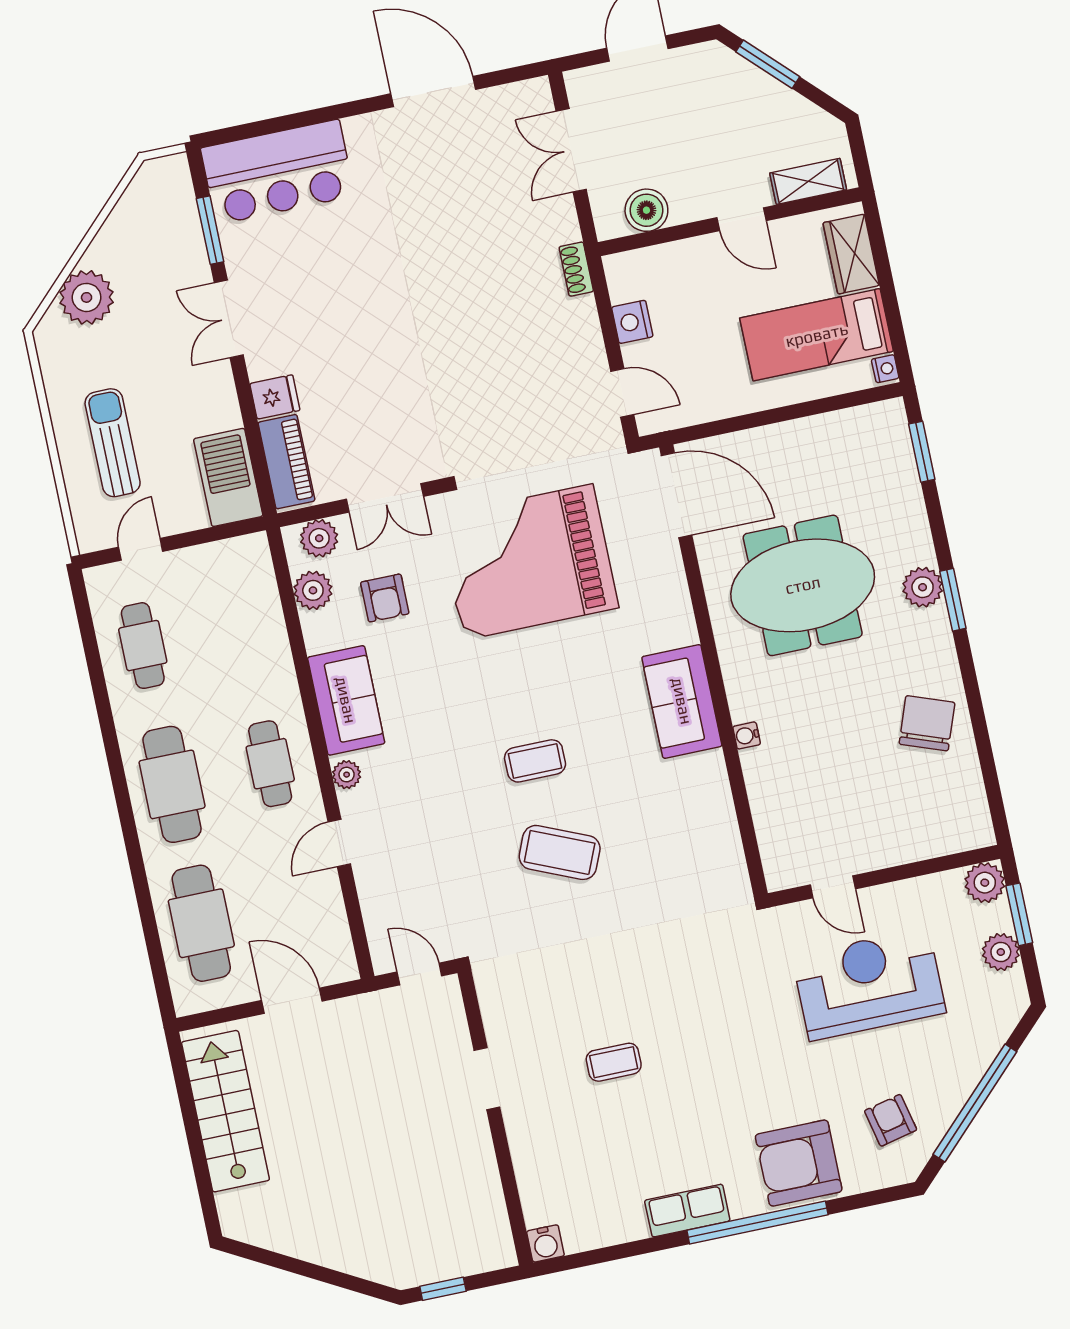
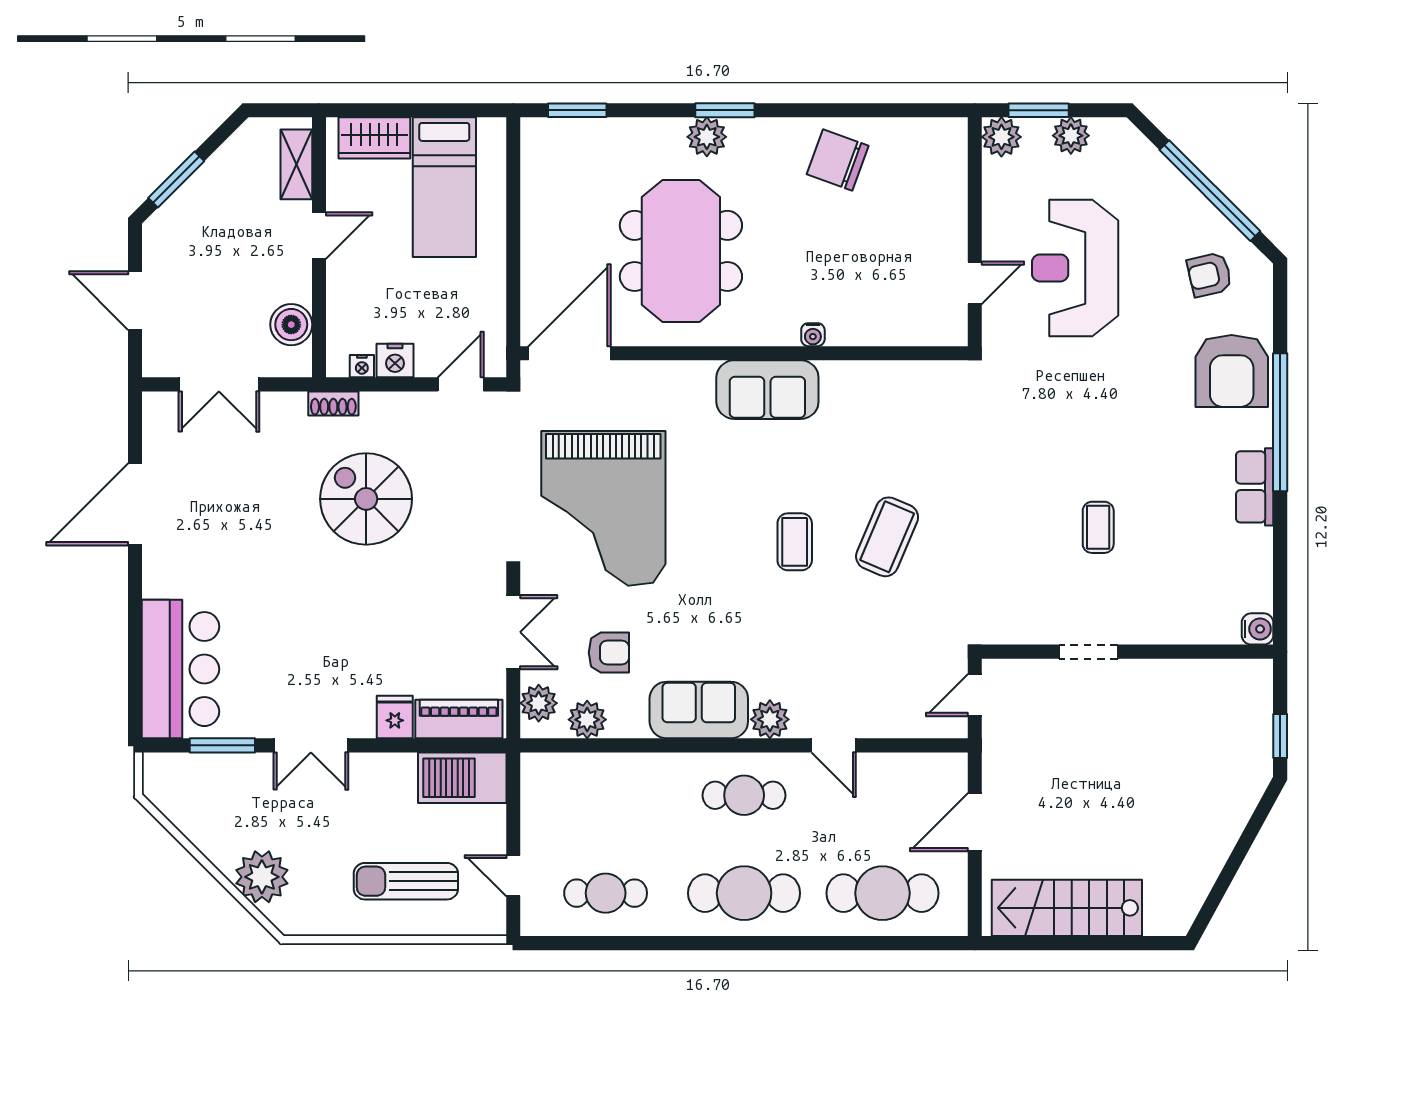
spiral stairs: (487, 322) -> (366, 499), added
nightstand: (885, 369) -> (362, 366), moved, turned 180
plant: (347, 775) -> (770, 719), width x1.38, depth x1.38

